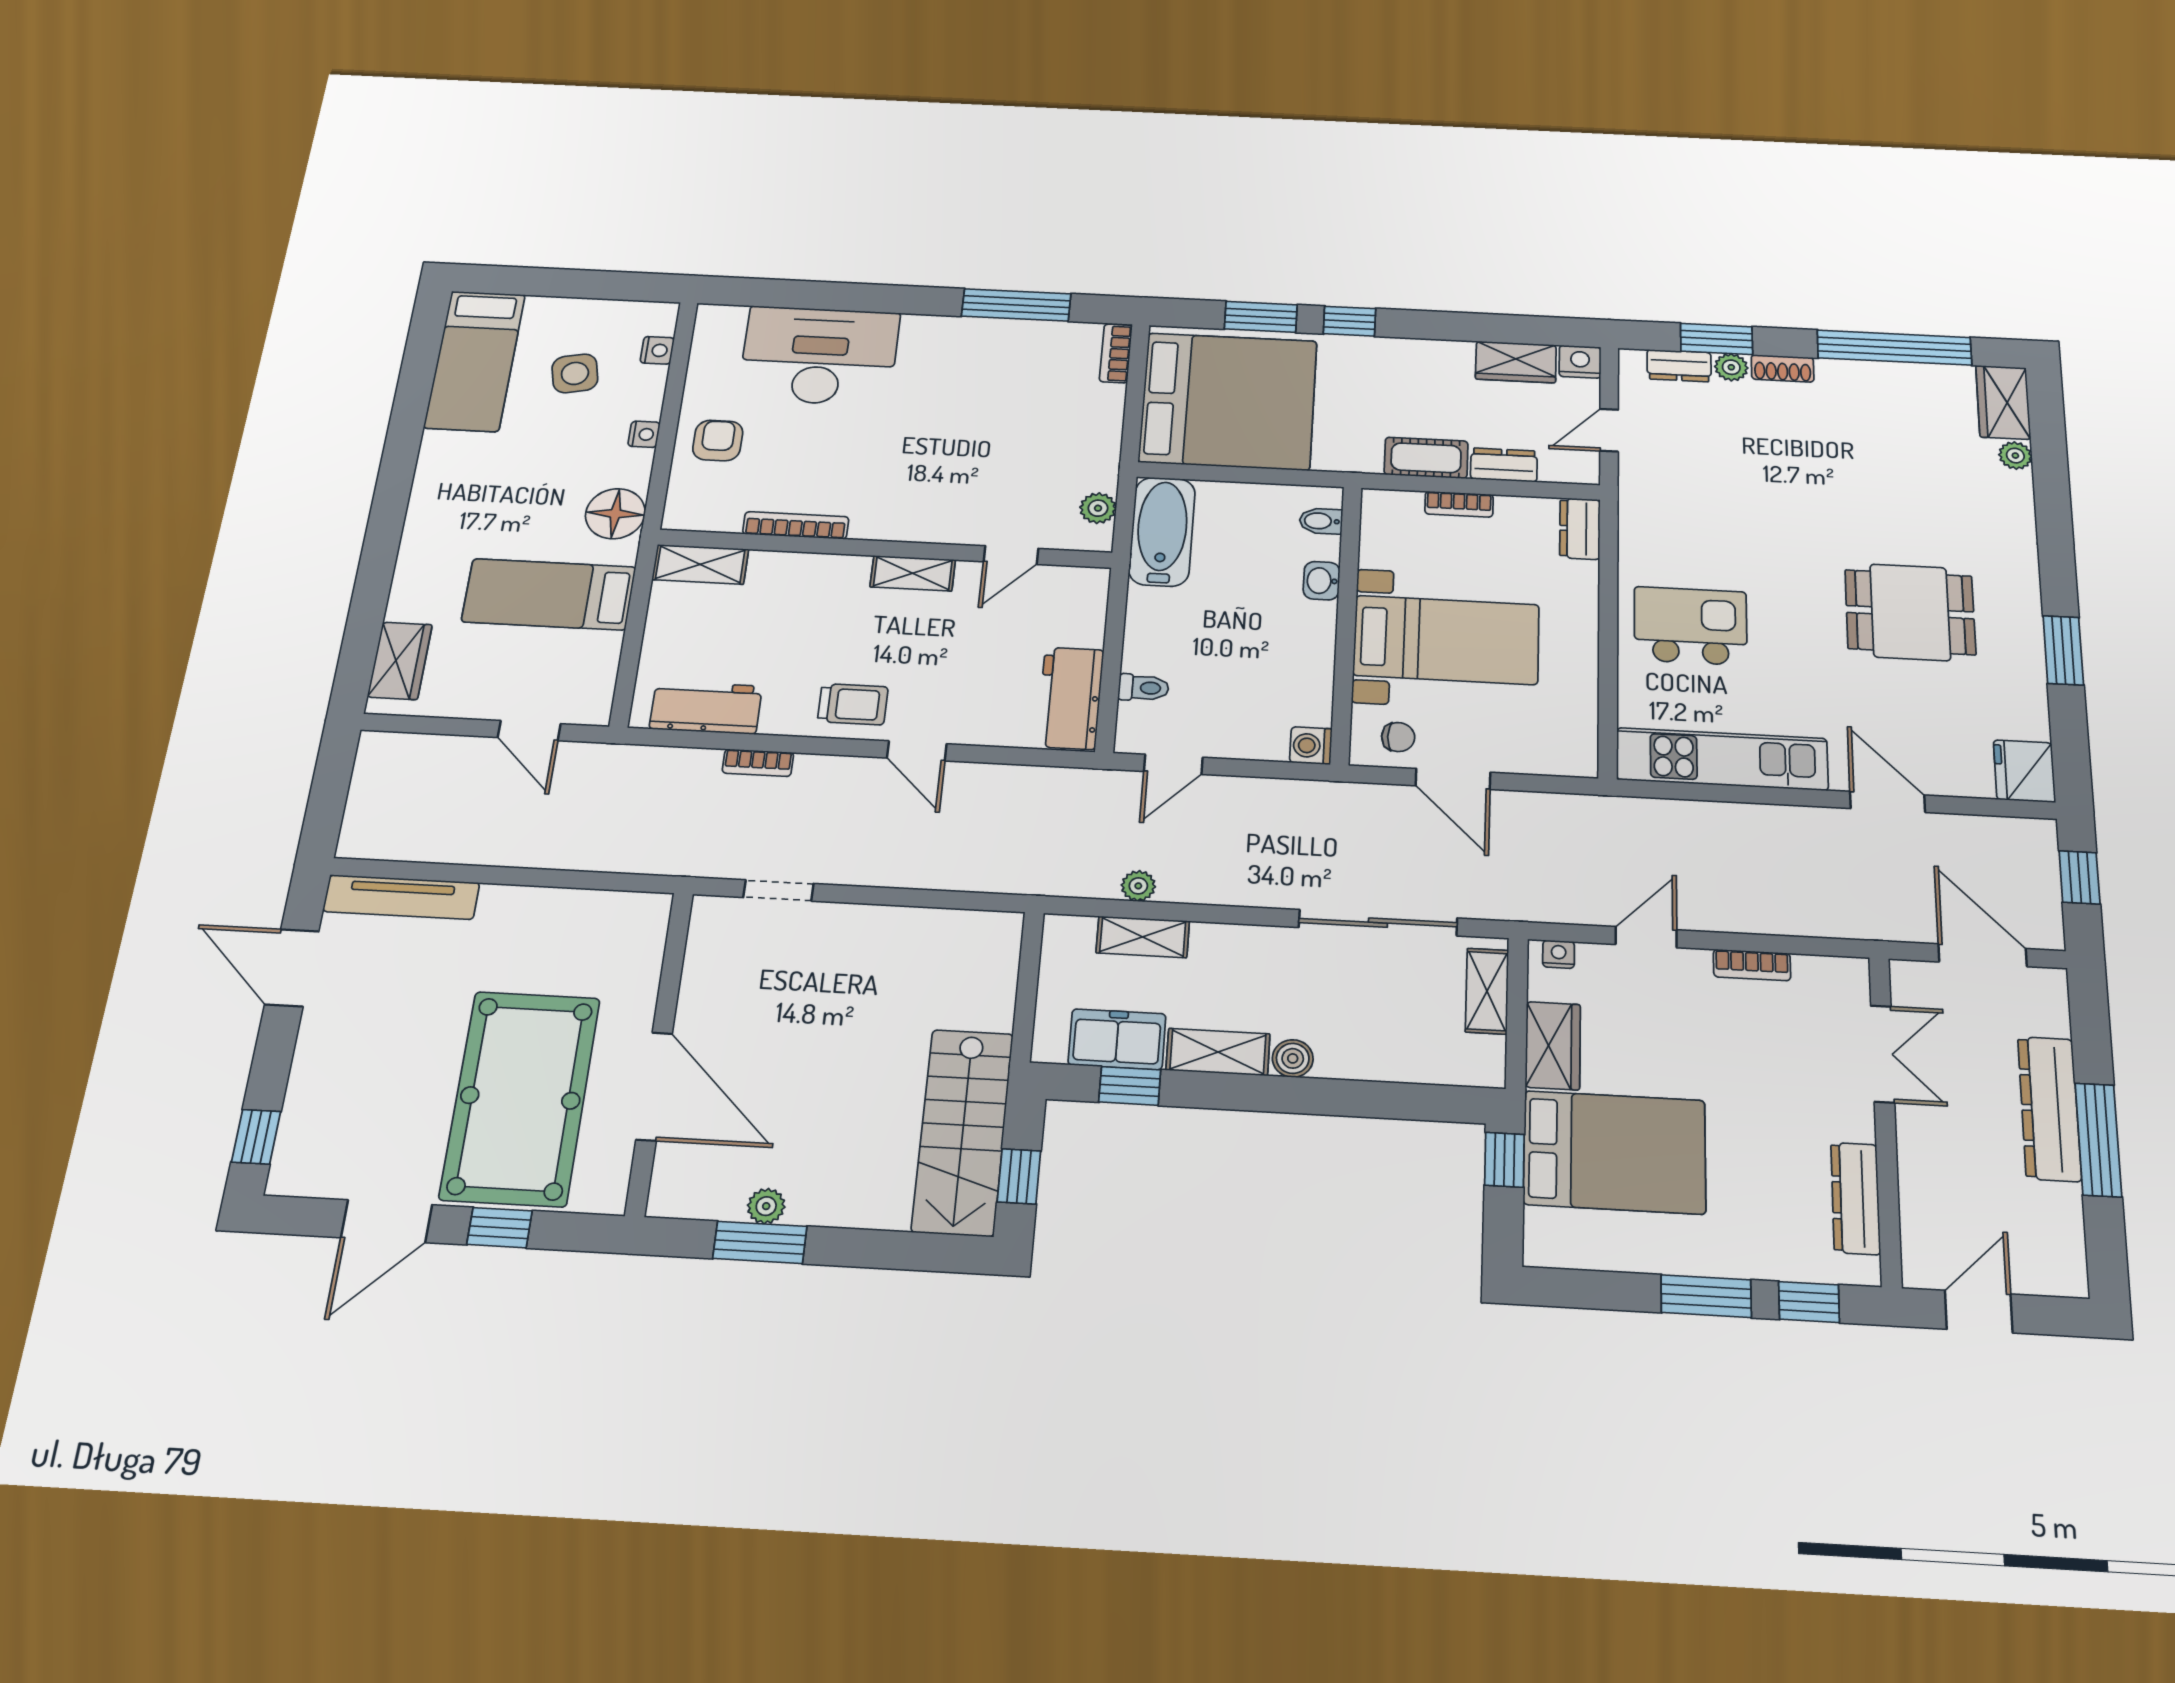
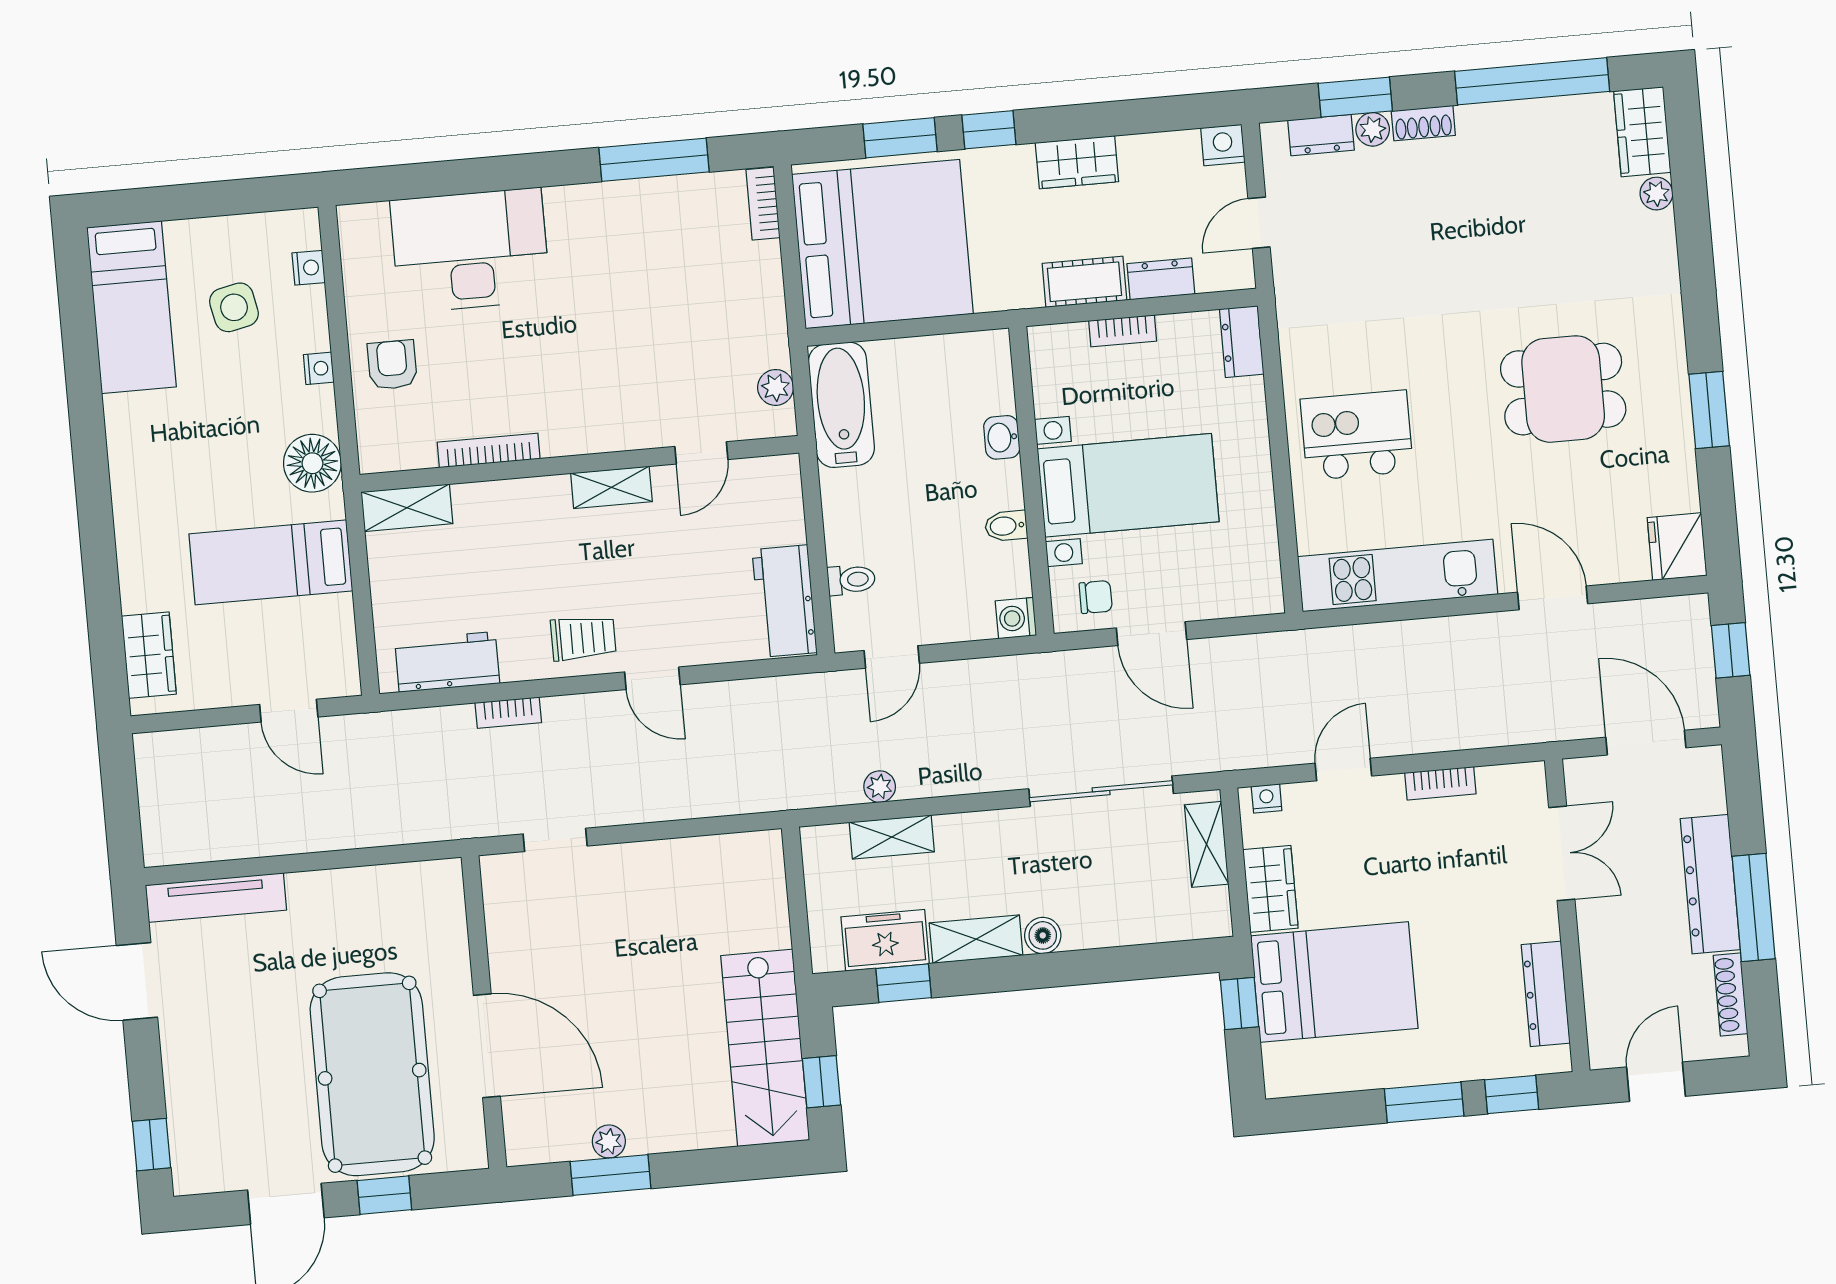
wardrobe: (1516, 362) -> (1077, 162), moved
bidet: (1321, 521) -> (1006, 526), moved
shoe rack: (2069, 1229) -> (1731, 995), added

